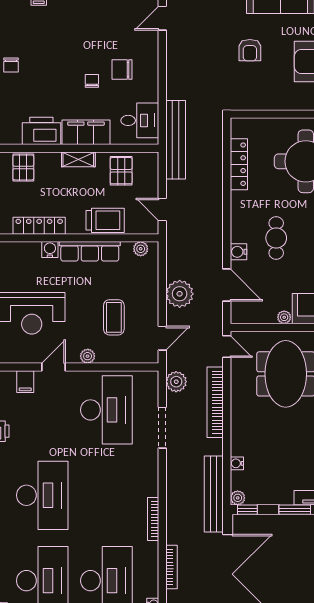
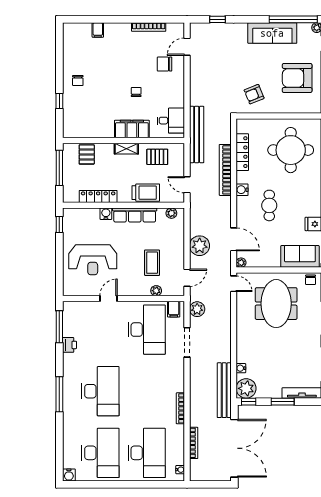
armchair: (250, 50) -> (254, 94), moved, turned 68
chair: (122, 69) -> (165, 64), moved
printer: (41, 131) -> (100, 128), removed
pallet: (121, 171) -> (157, 157), turned 90
water cooler: (239, 252) -> (242, 190), moved
plant: (284, 317) -> (241, 263), moved
plant: (88, 356) -> (156, 291), moved
filing cabinet: (25, 382) -> (174, 309), moved
bookcase: (215, 402) -> (225, 170), moved
plant: (238, 498) -> (246, 388), width x1.88, depth x1.88

